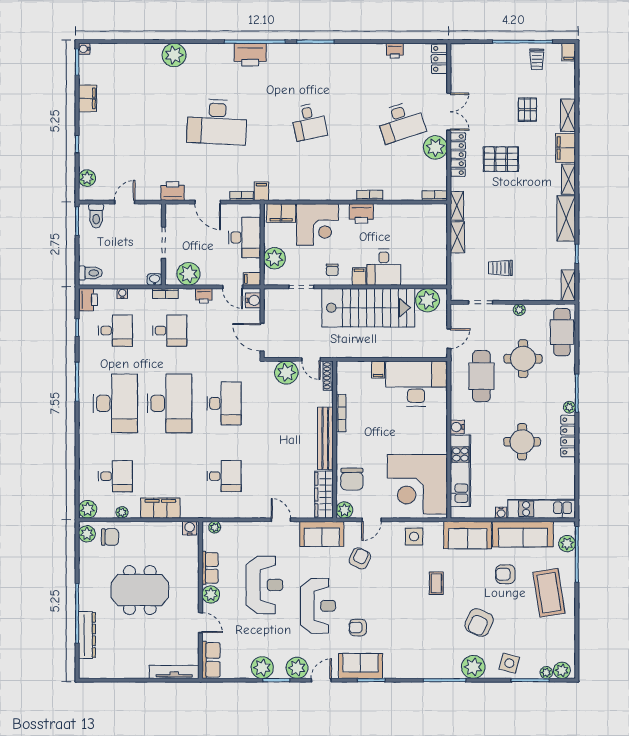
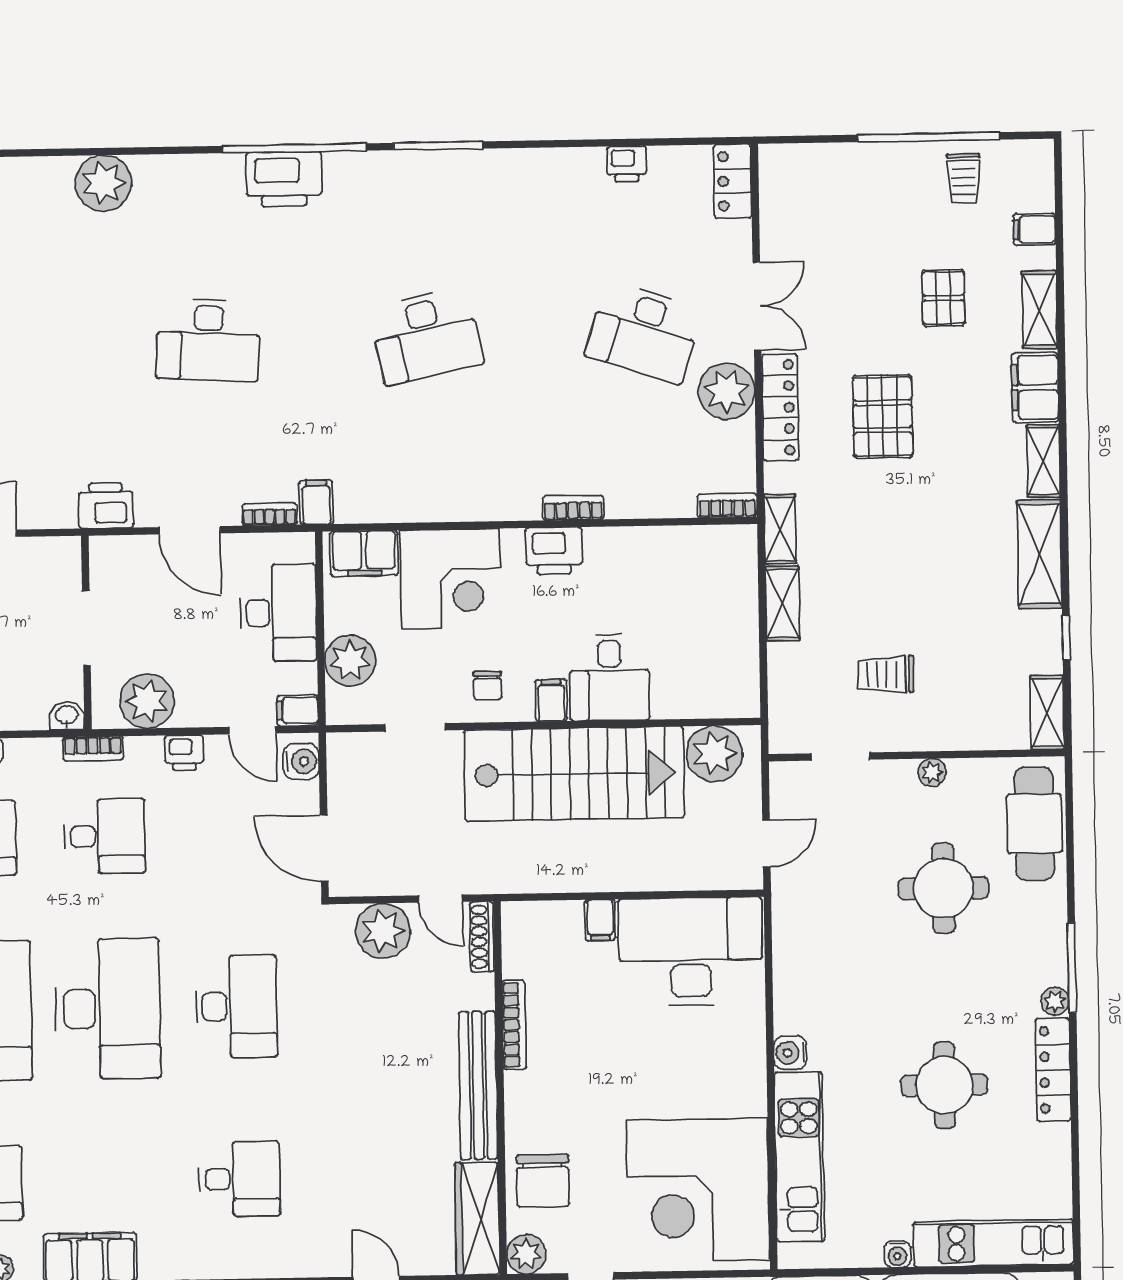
filing cabinet: (569, 52) -> (1034, 229), moved, turned 90
desk: (217, 122) -> (208, 340), width x0.73, depth x0.77
desk: (309, 122) -> (426, 336), width x1.37
desk: (401, 122) -> (644, 332), turned 36
pallet: (501, 159) -> (883, 416), turned 90
cafe table: (481, 376) -> (845, 931), removed

